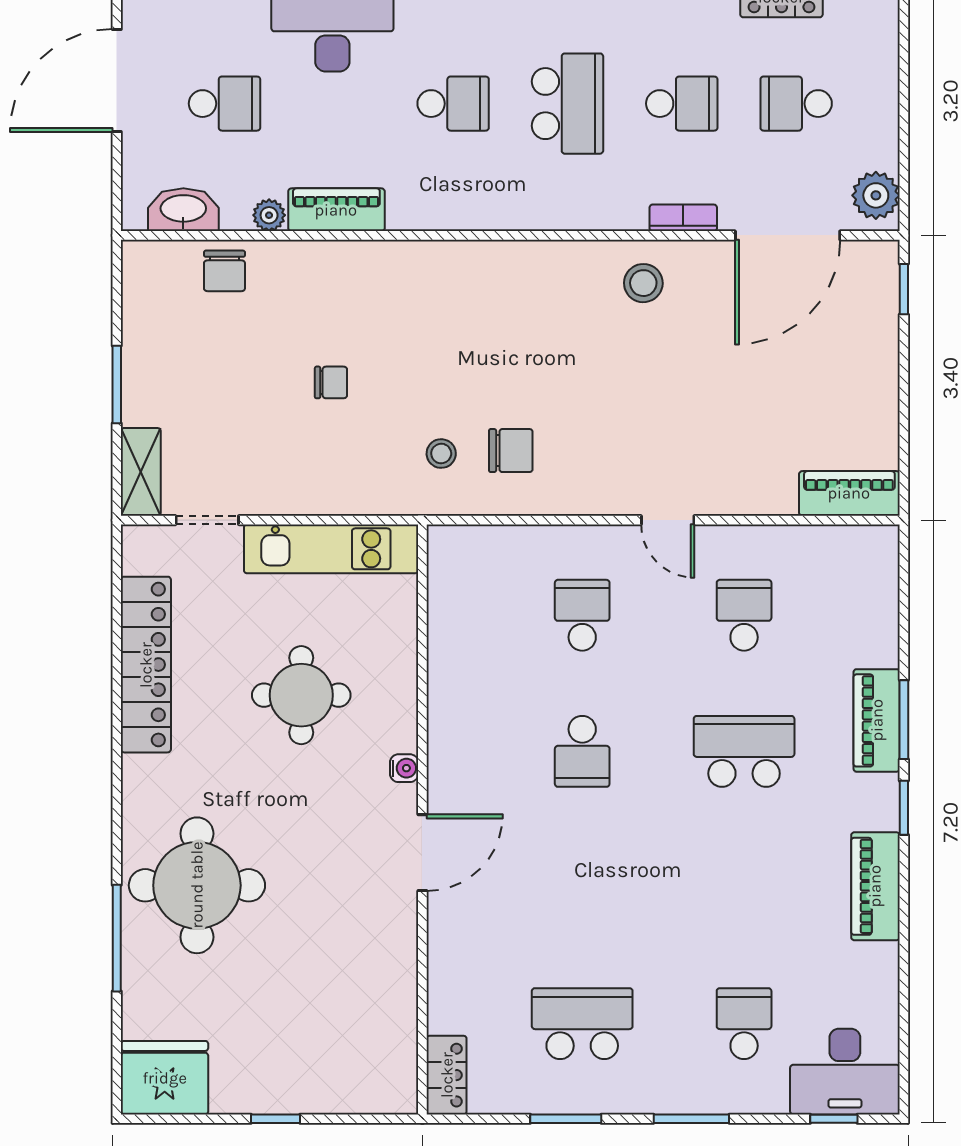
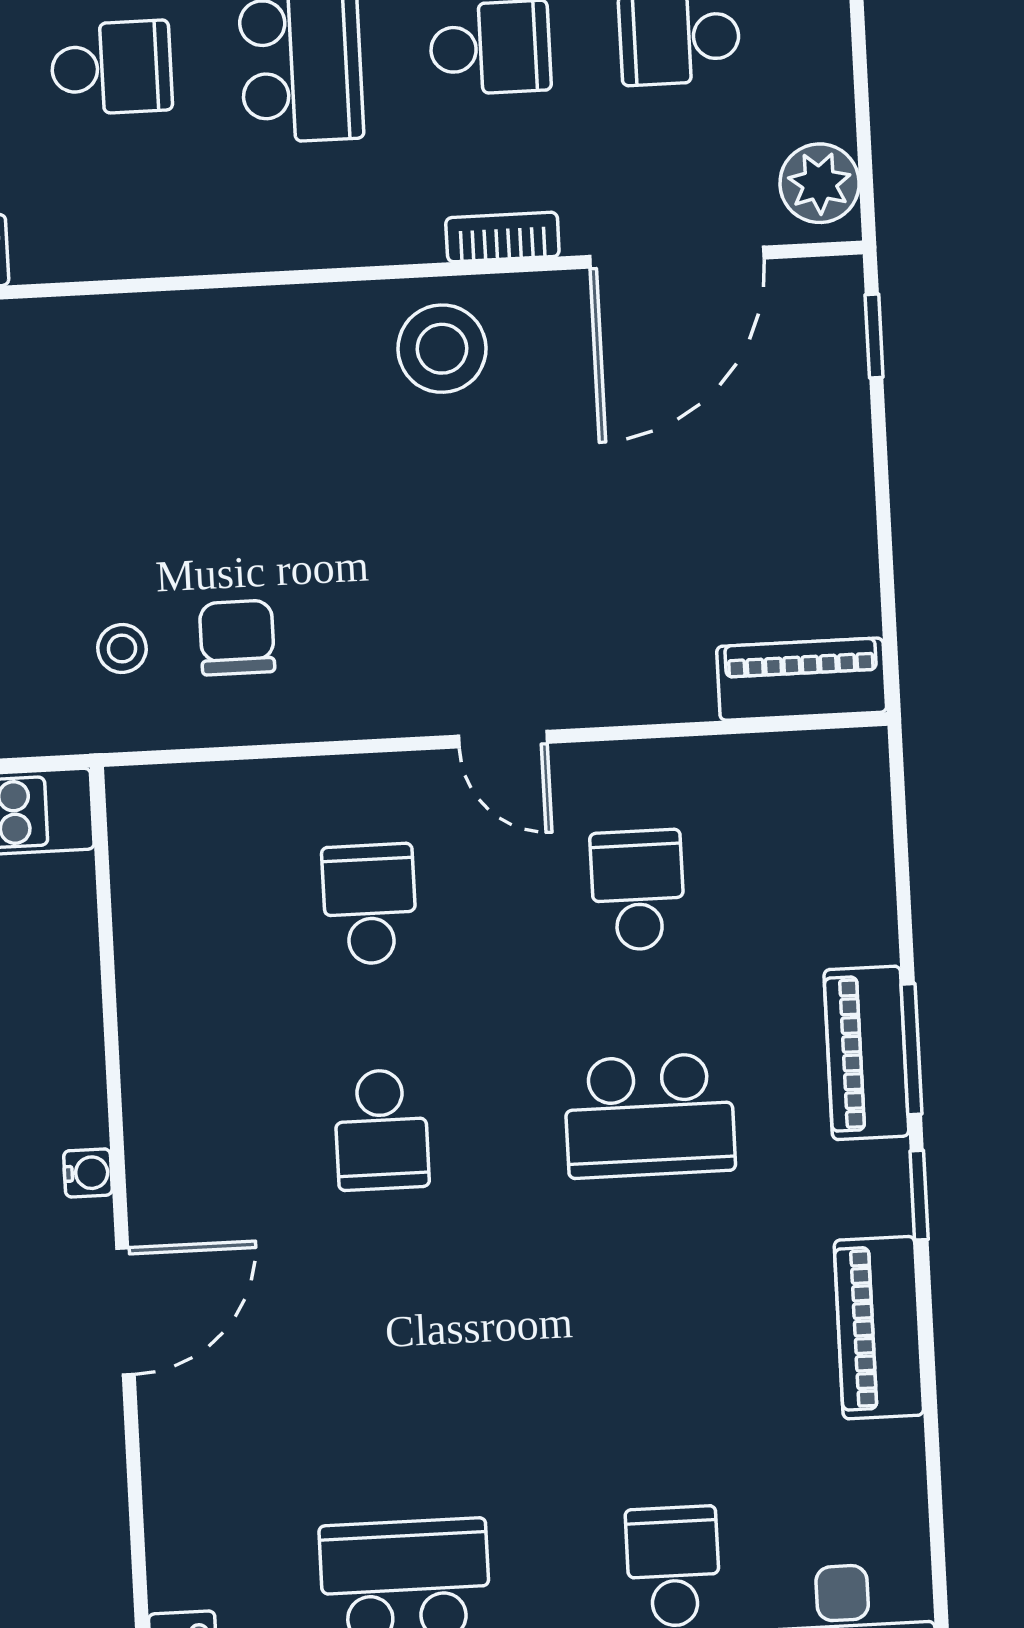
stool: (643, 283) -> (442, 349), width x1.38, depth x1.38
chair: (511, 451) -> (237, 638), turned -90
school desk: (744, 751) -> (649, 1116), turned 180

